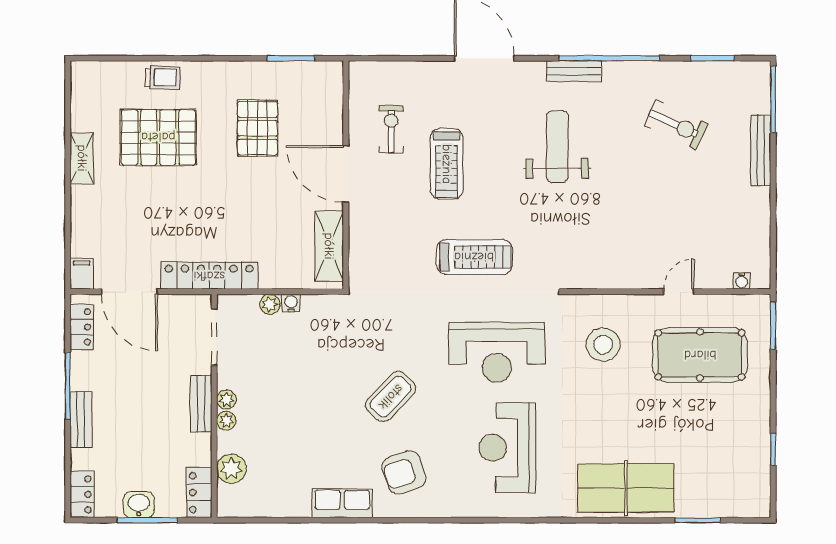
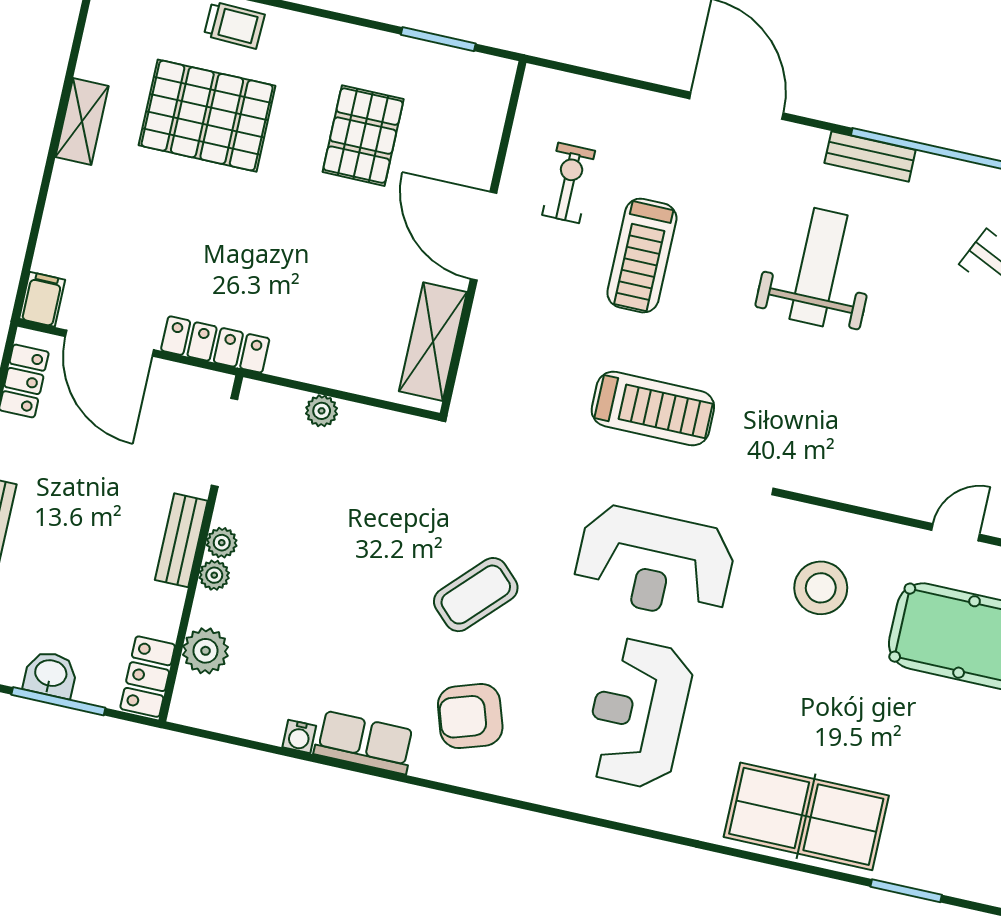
locker: (209, 276) -> (215, 344), width x0.71, depth x0.83
water cooler: (291, 303) -> (299, 736), moved, turned 180

